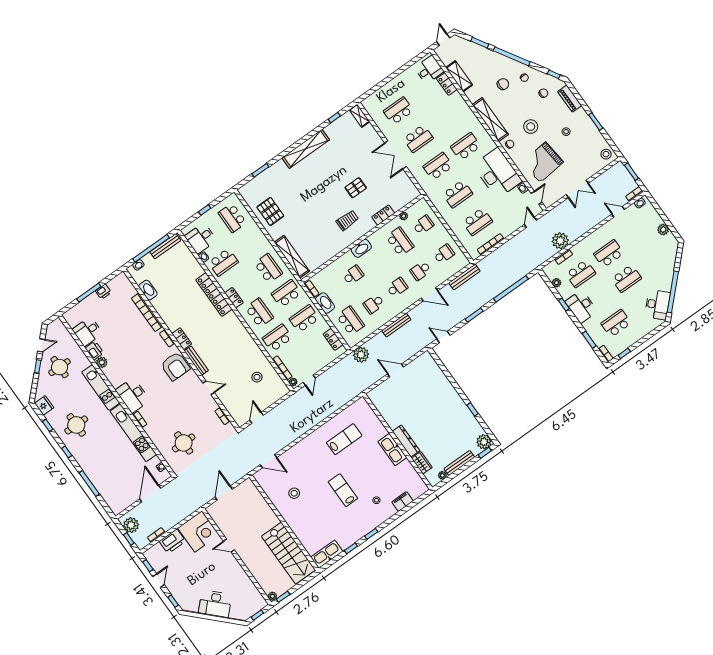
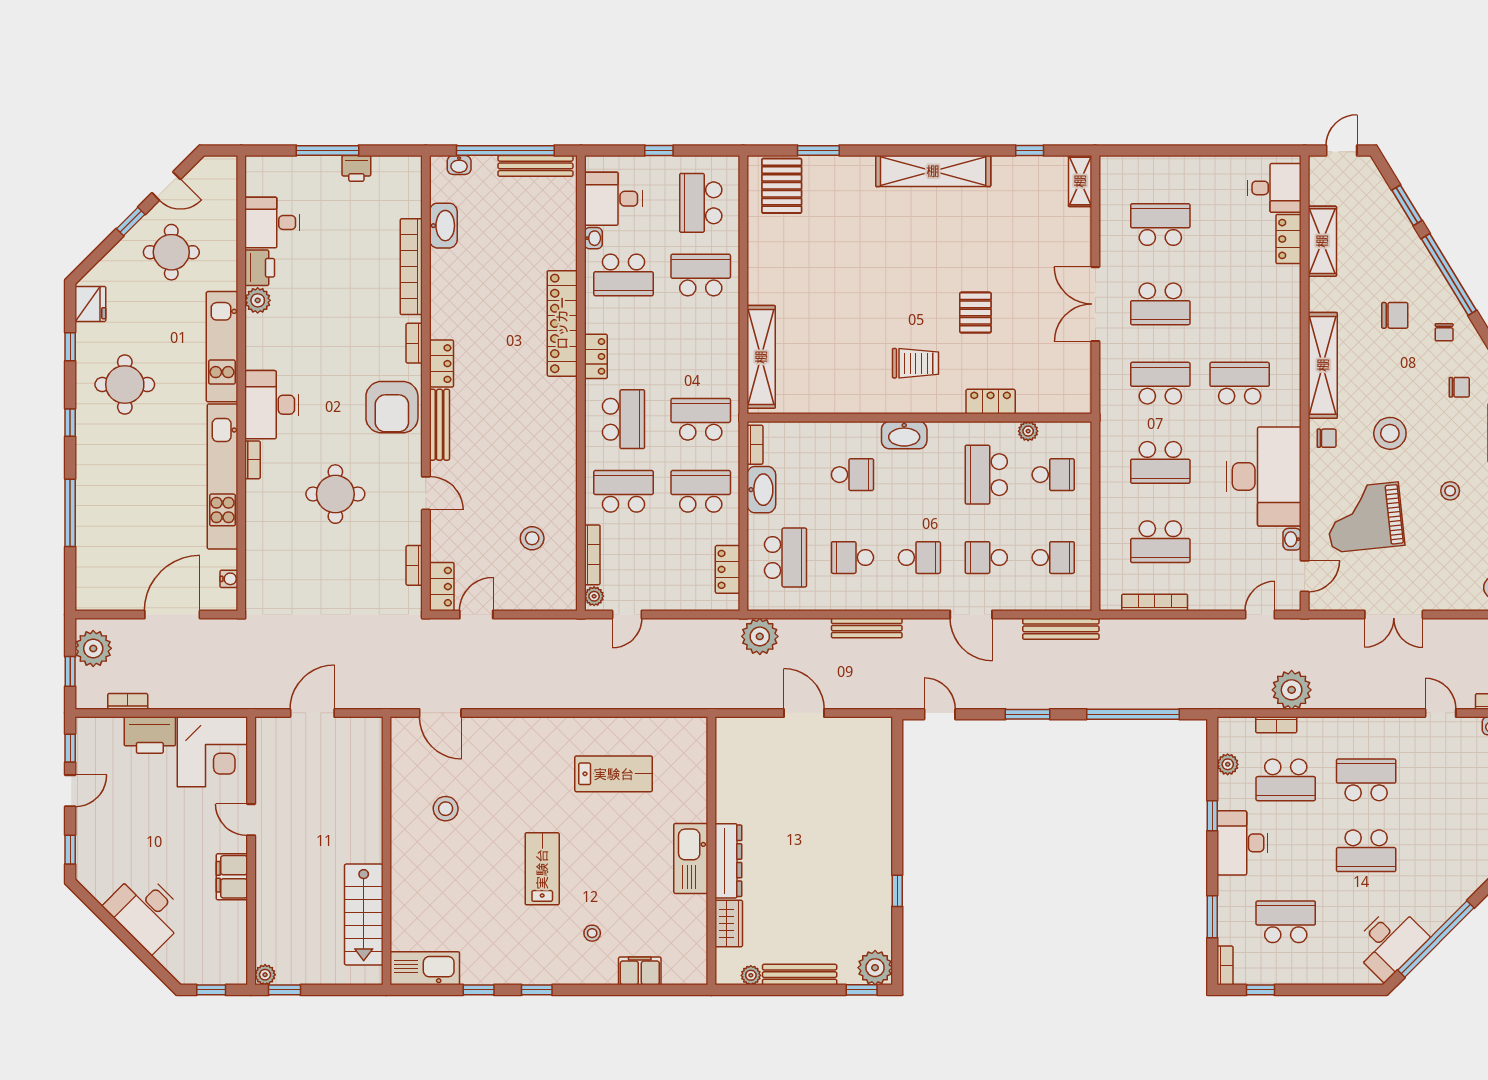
pallet: (356, 188) -> (975, 313), turned 90
pallet: (270, 211) -> (782, 186), moved
school desk: (400, 242) -> (986, 475), turned 180
school desk: (268, 268) -> (701, 275), moved, turned -90
locker: (237, 417) -> (442, 587), added
round table: (184, 443) -> (335, 494), moved
stairs: (289, 553) -> (364, 914), width x0.73, depth x0.66
filing cabinet: (236, 570) -> (232, 877), added

